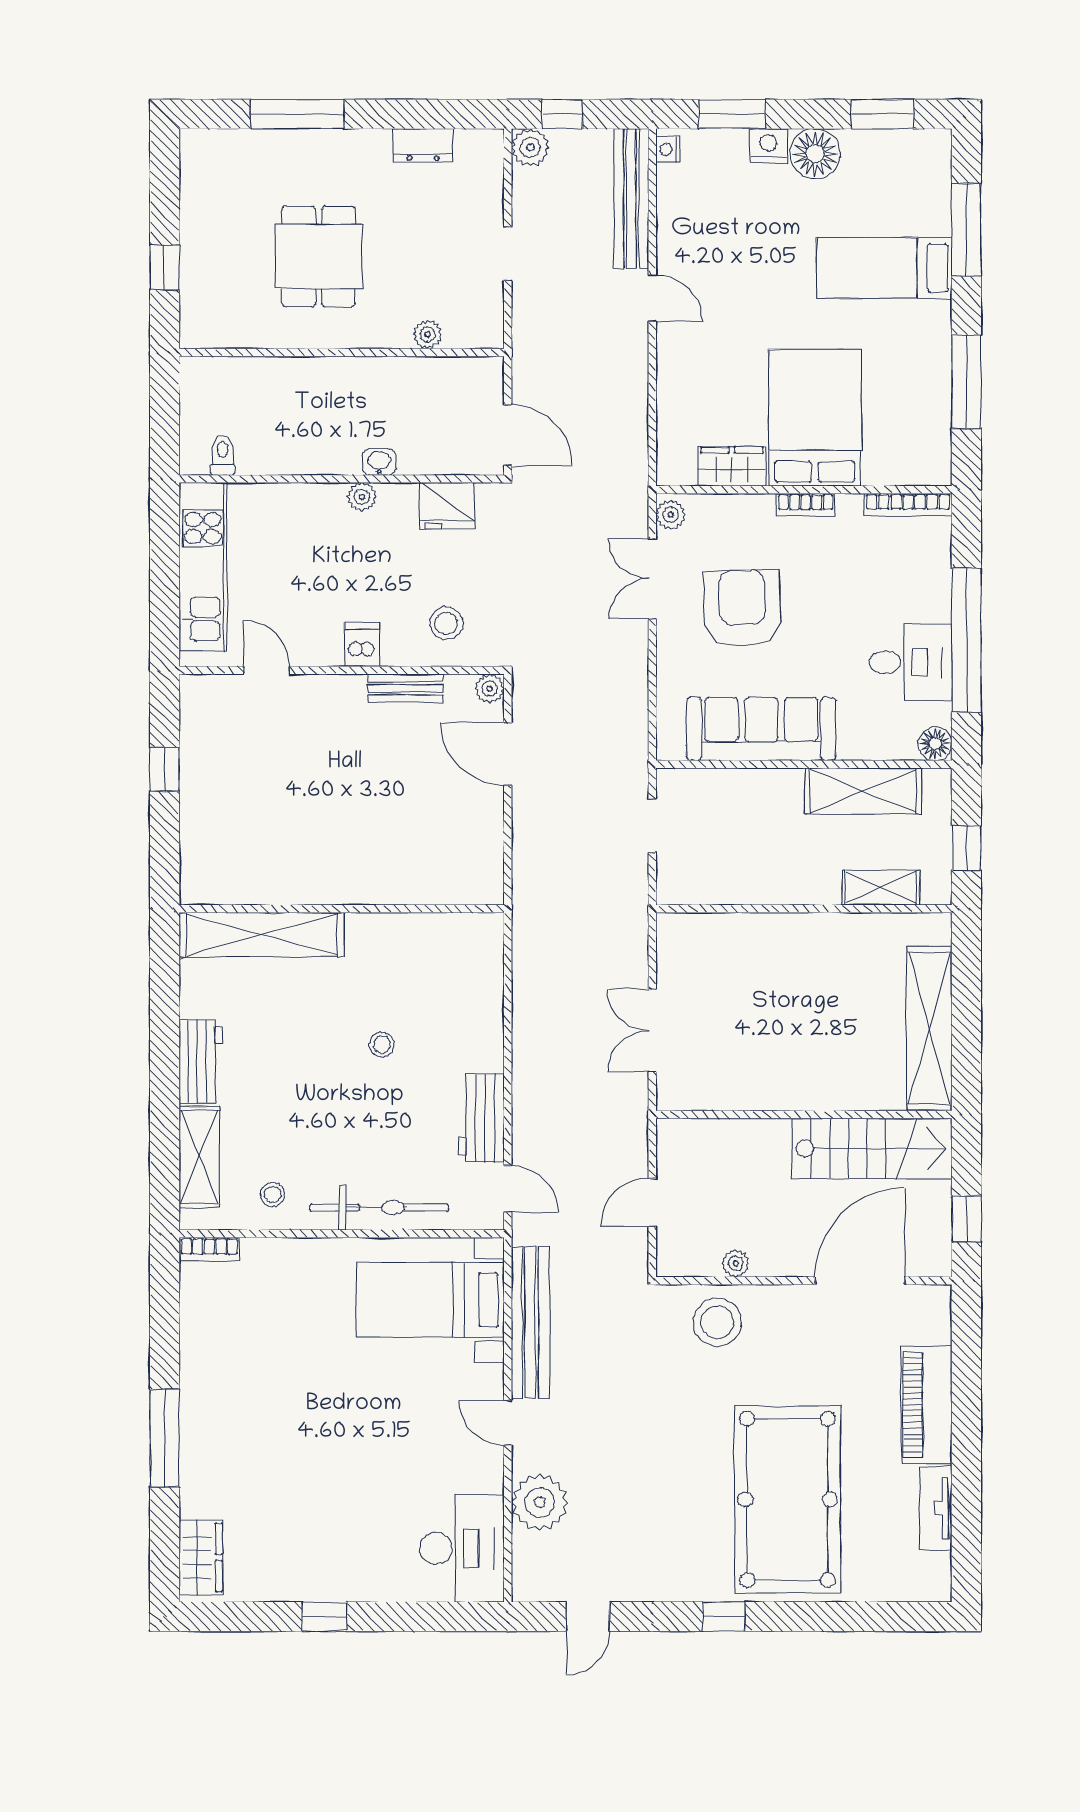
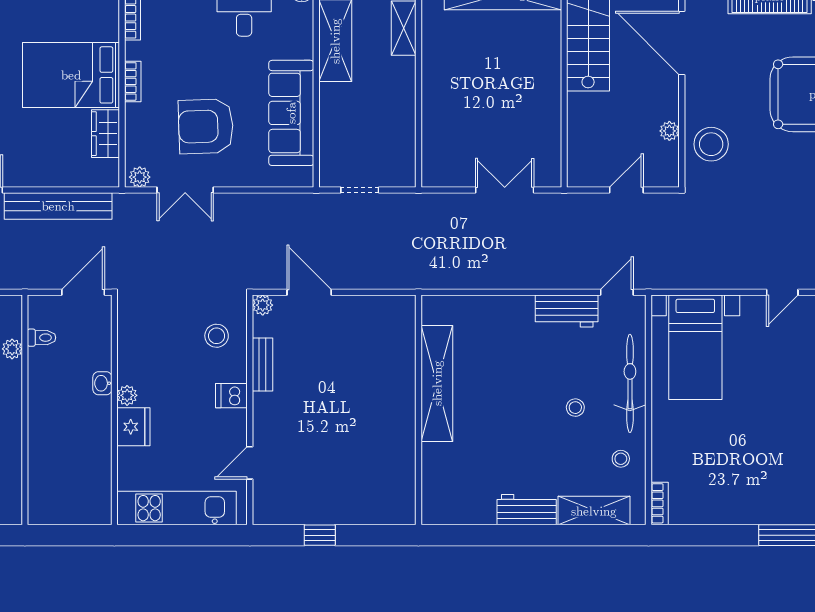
toilet: (223, 455) -> (42, 338), moved, turned 180
fridge: (447, 506) -> (133, 427), moved
door: (508, 754) -> (309, 292), swing flipped
shelving: (262, 935) -> (437, 383), moved
double door: (652, 1030) -> (505, 190), swing flipped
stool: (382, 1045) -> (575, 408), moved
door: (652, 1203) -> (626, 190), swing flipped
bench: (530, 1322) -> (58, 206), moved

